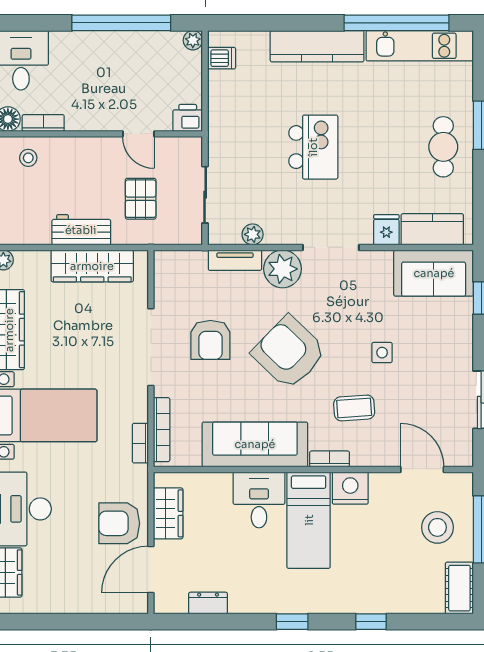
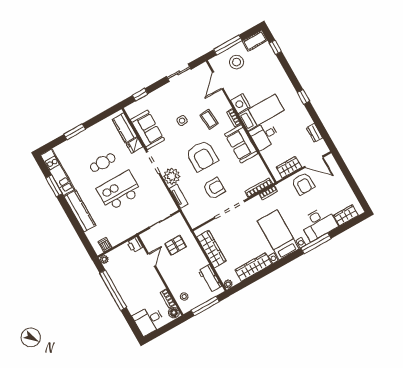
window: (396, 23) -> (54, 186), width x0.47
kitchen island: (313, 147) -> (119, 191), width x1.37, depth x1.28
cafe table: (443, 147) -> (103, 163), moved
workbench: (81, 230) -> (210, 278), moved
plant: (253, 234) -> (165, 195), removed
sofa: (434, 273) -> (147, 130), moved
armchair: (289, 352) -> (202, 156), turned -44
sofa: (255, 444) -> (241, 144), width x0.73
window: (371, 622) -> (275, 47), moved

